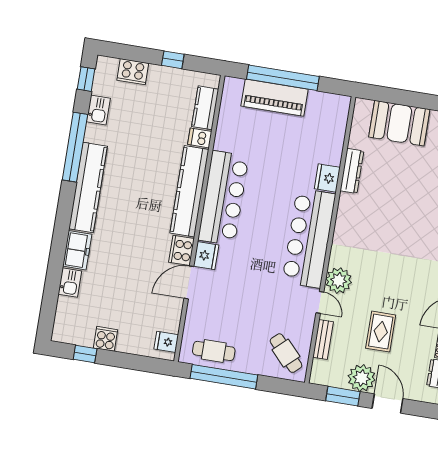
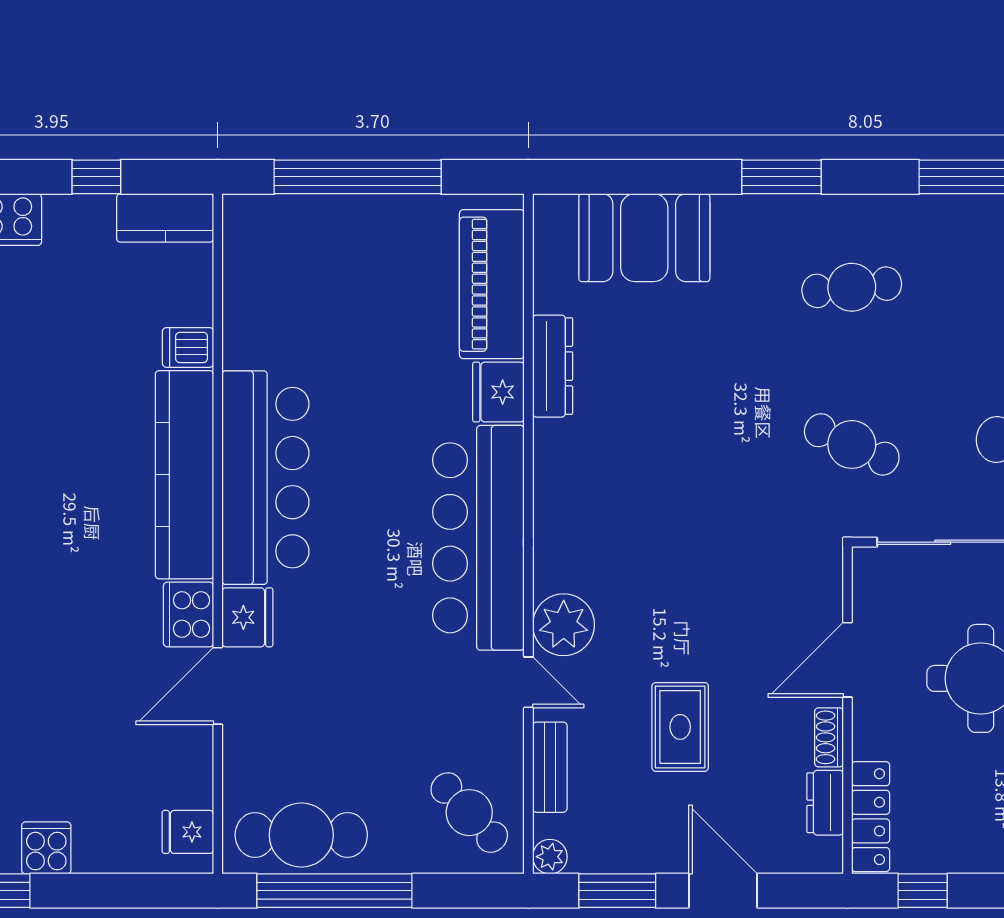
piano: (274, 98) -> (492, 284), moved, turned 90
kitchen counter: (205, 108) -> (165, 218), moved, turned -90
cafe table: (214, 351) -> (301, 835), width x1.37, depth x1.35
plant: (362, 378) -> (550, 857), moved, width x0.53, depth x0.53

